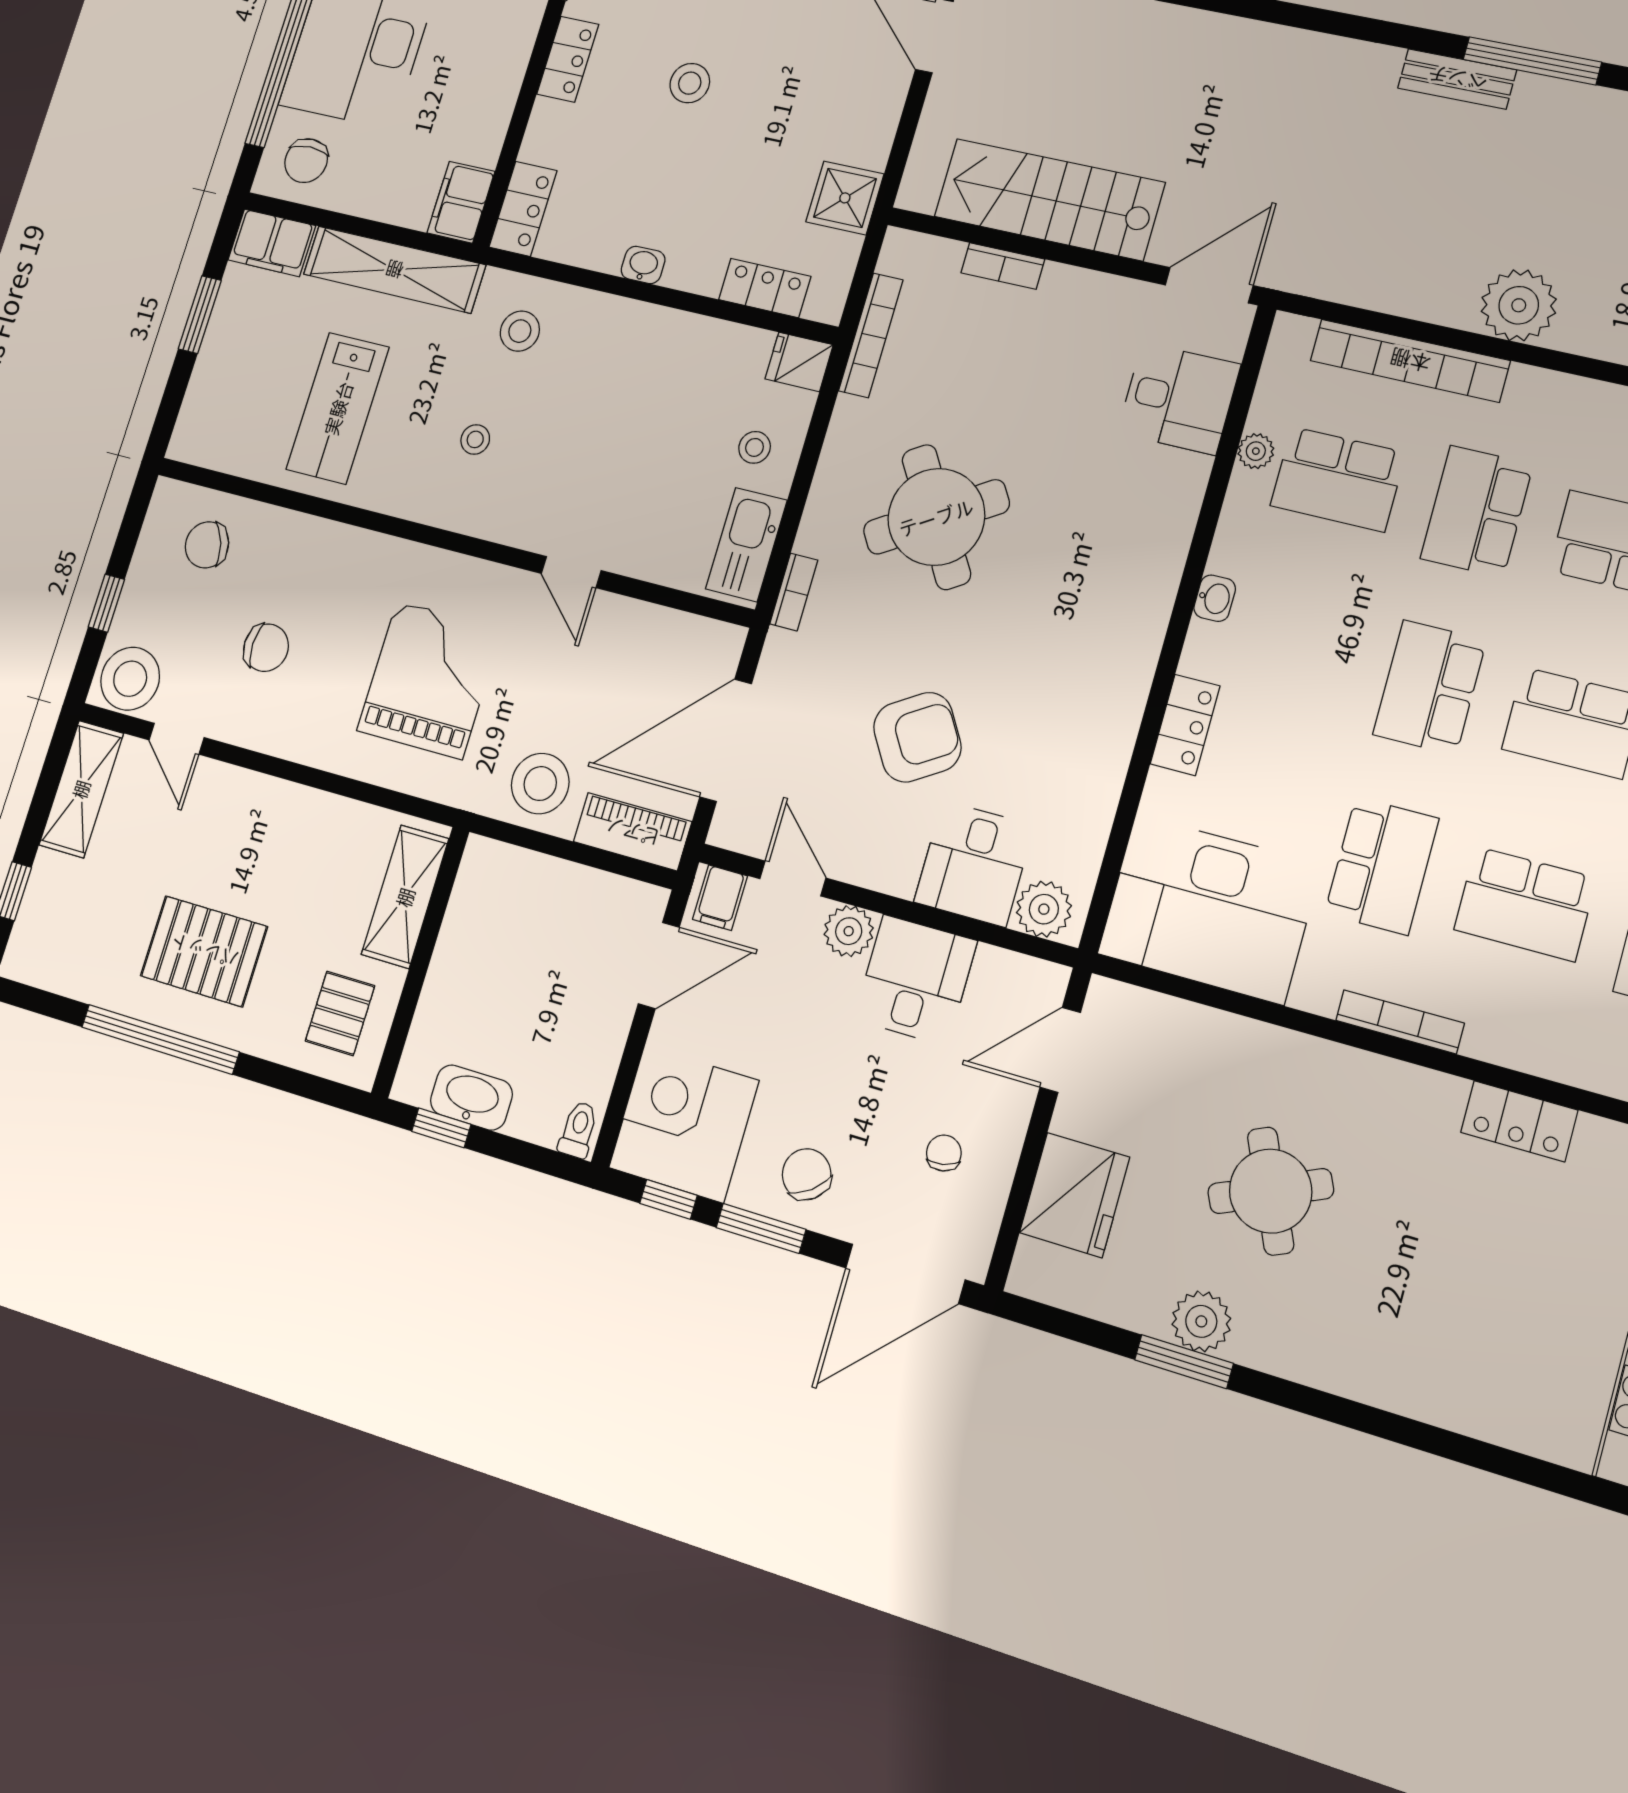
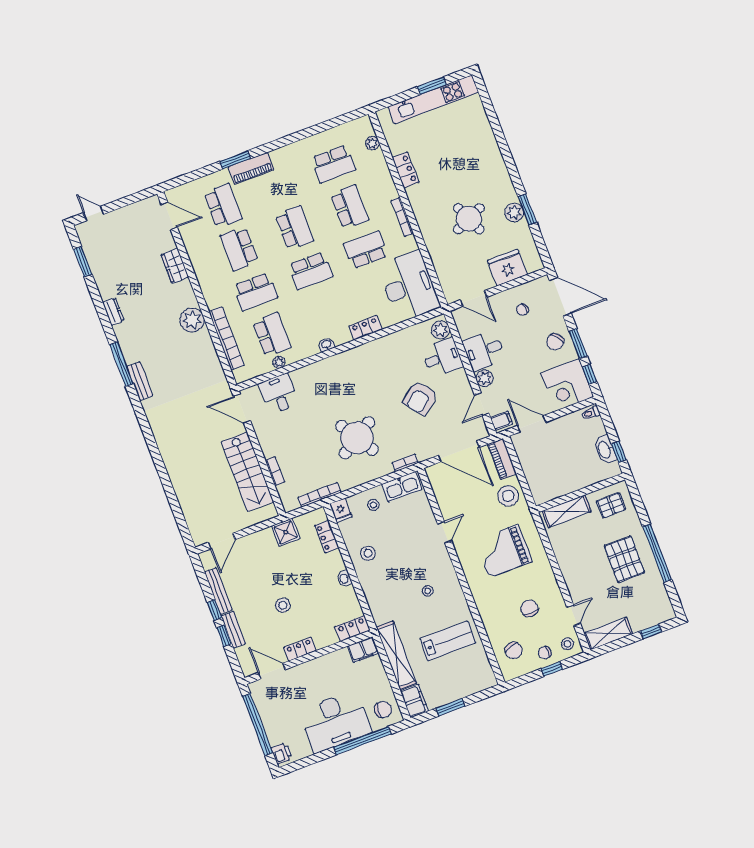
stool: (520, 331) -> (368, 553), moved
chair: (150, 612) -> (545, 653), added
stool: (130, 679) -> (567, 644), width x0.53, depth x0.53
armchair: (917, 737) -> (420, 398), turned -96

